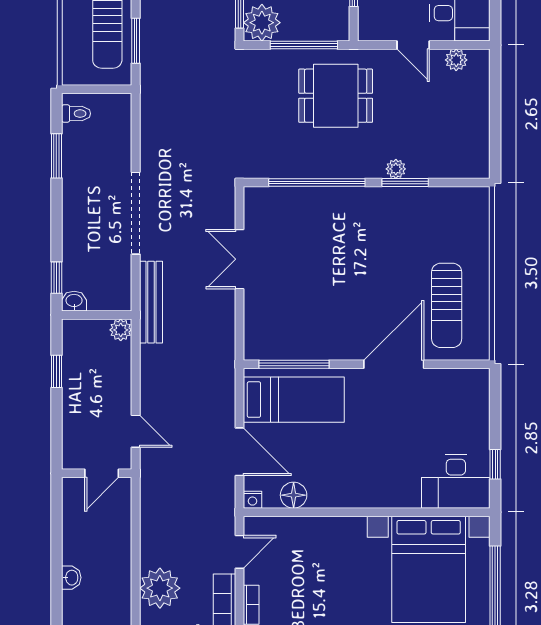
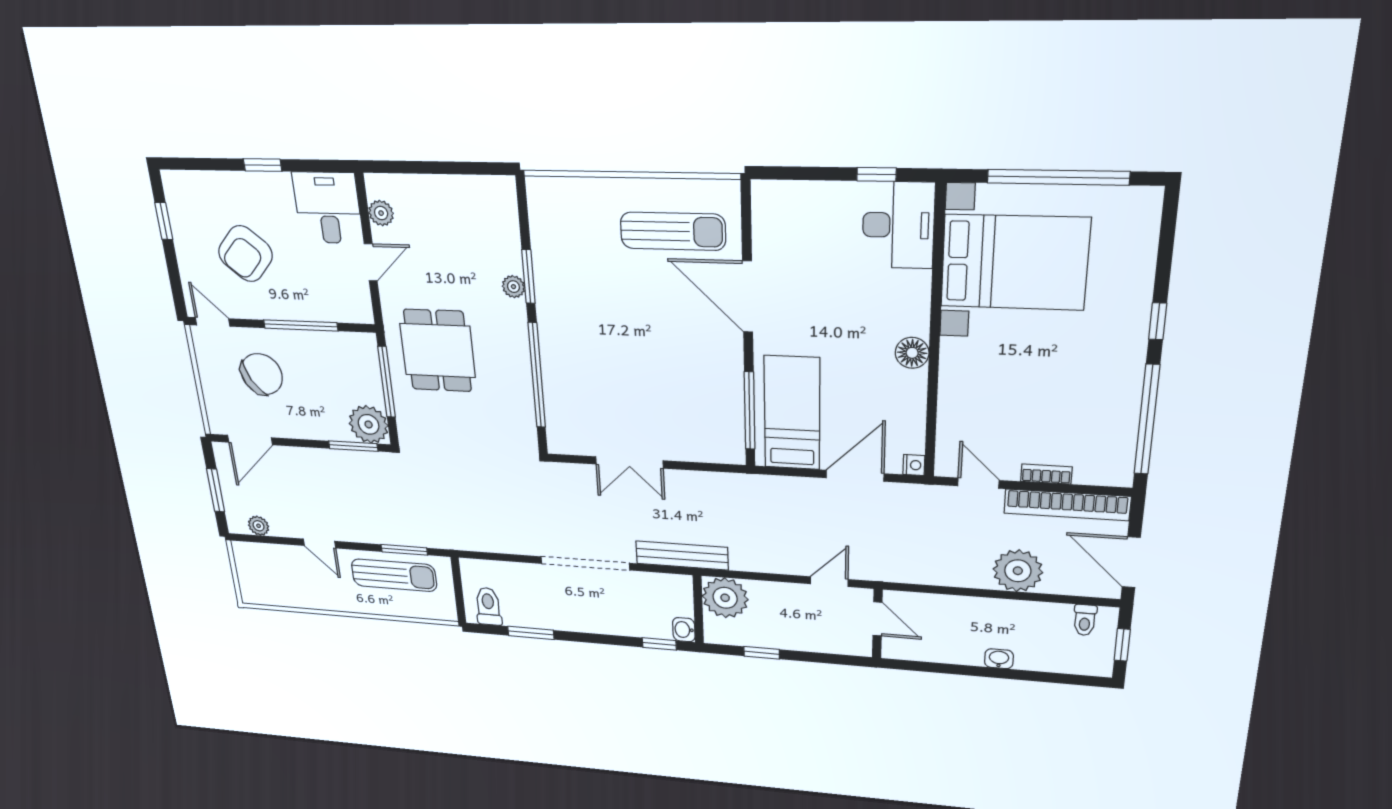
toilet: (76, 114) -> (488, 606), width x1.37, depth x1.39
plant: (121, 330) -> (725, 598), width x1.88, depth x1.88
floor lamp: (294, 495) -> (912, 353), moved

